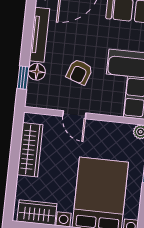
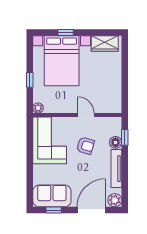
armchair: (79, 72) -> (85, 146), turned 88
wardrobe: (30, 150) -> (114, 87), removed

